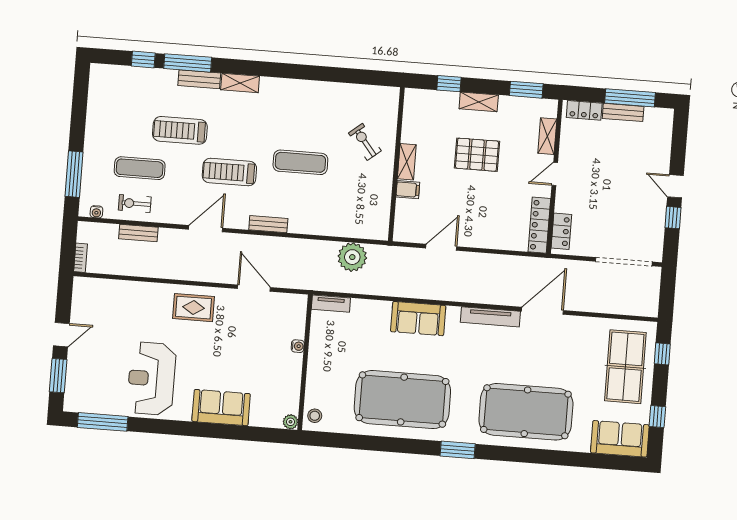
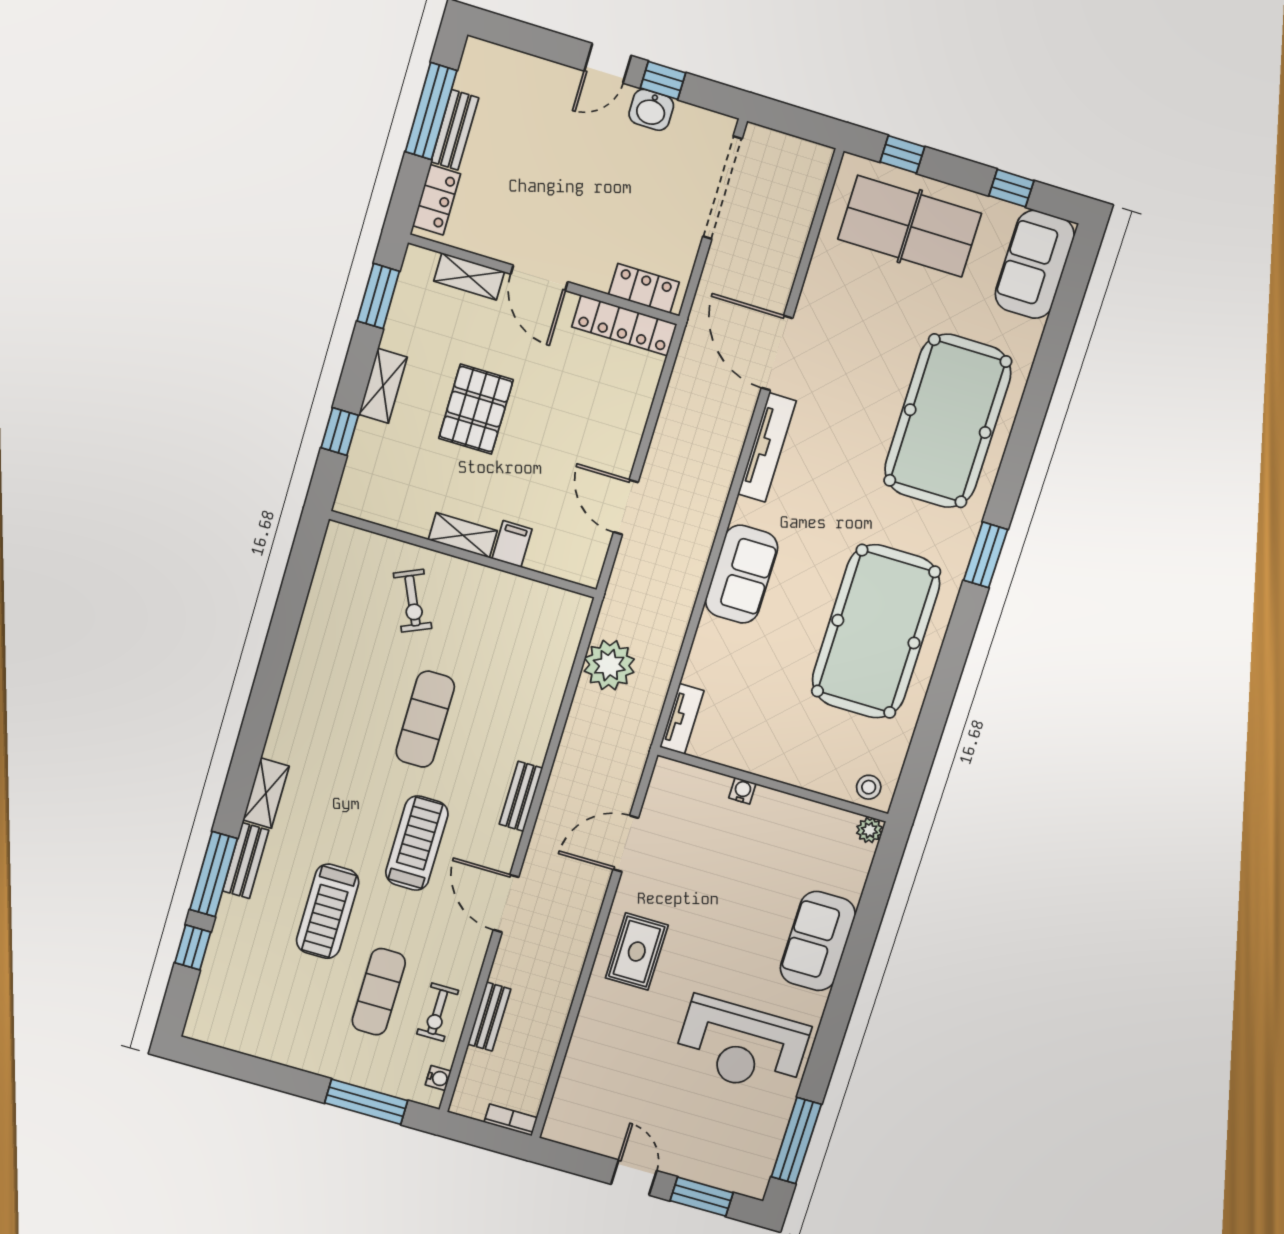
exercise bike: (365, 142) -> (413, 601), turned -75
treadmill: (229, 172) -> (417, 843), turned 180
door: (555, 174) -> (539, 278), width x1.38
washbasin: (656, 215) -> (651, 110), added

